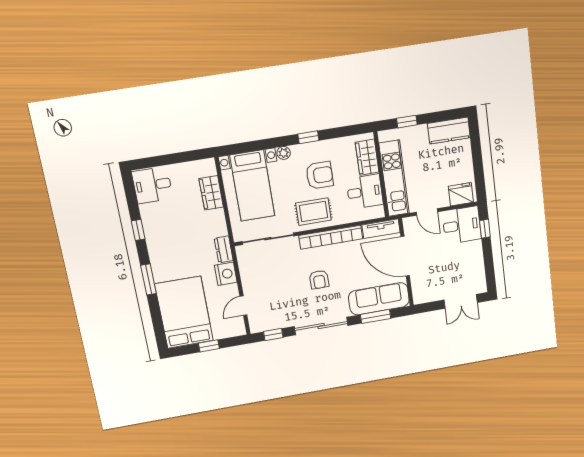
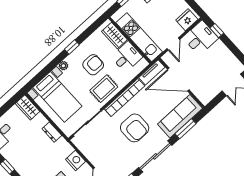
wardrobe: (211, 193) -> (28, 107), moved
door: (427, 212) -> (173, 44), hinge flipped
dresser: (224, 249) -> (52, 132), moved
armchair: (319, 280) -> (135, 128), width x1.88, depth x1.88

